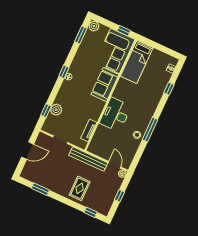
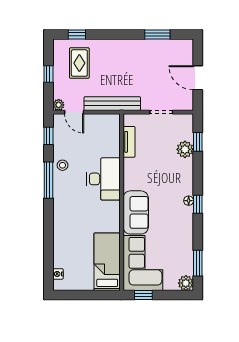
window: (169, 89) -> (48, 136), moved
door: (28, 151) -> (198, 78), hinge flipped
rug: (80, 188) -> (79, 63), moved

